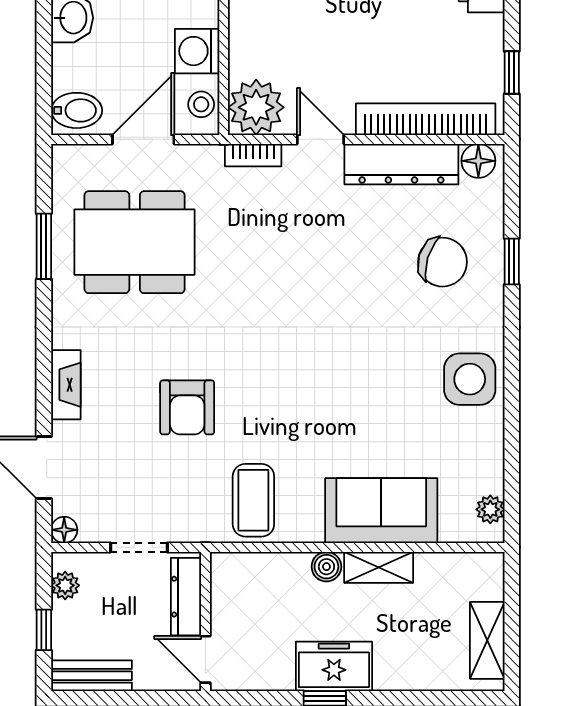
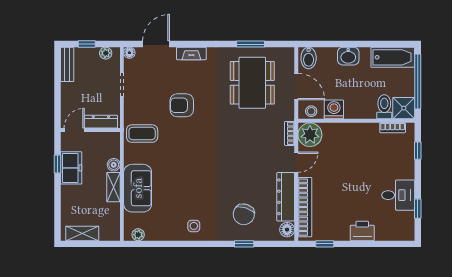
side table: (470, 379) -> (194, 226), width x0.54, depth x0.54
dresser: (186, 597) -> (101, 122), moved
wall: (206, 621) -> (90, 130), moved
door: (206, 659) -> (74, 130), moved

